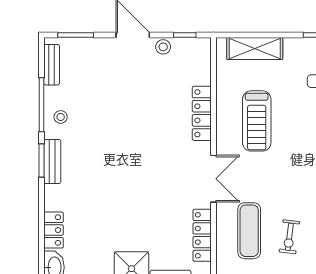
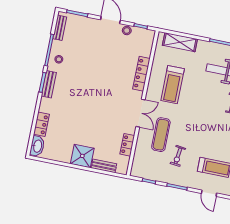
exercise mat: (249, 231) -> (161, 135), moved
locker: (202, 235) -> (127, 145), width x0.66

